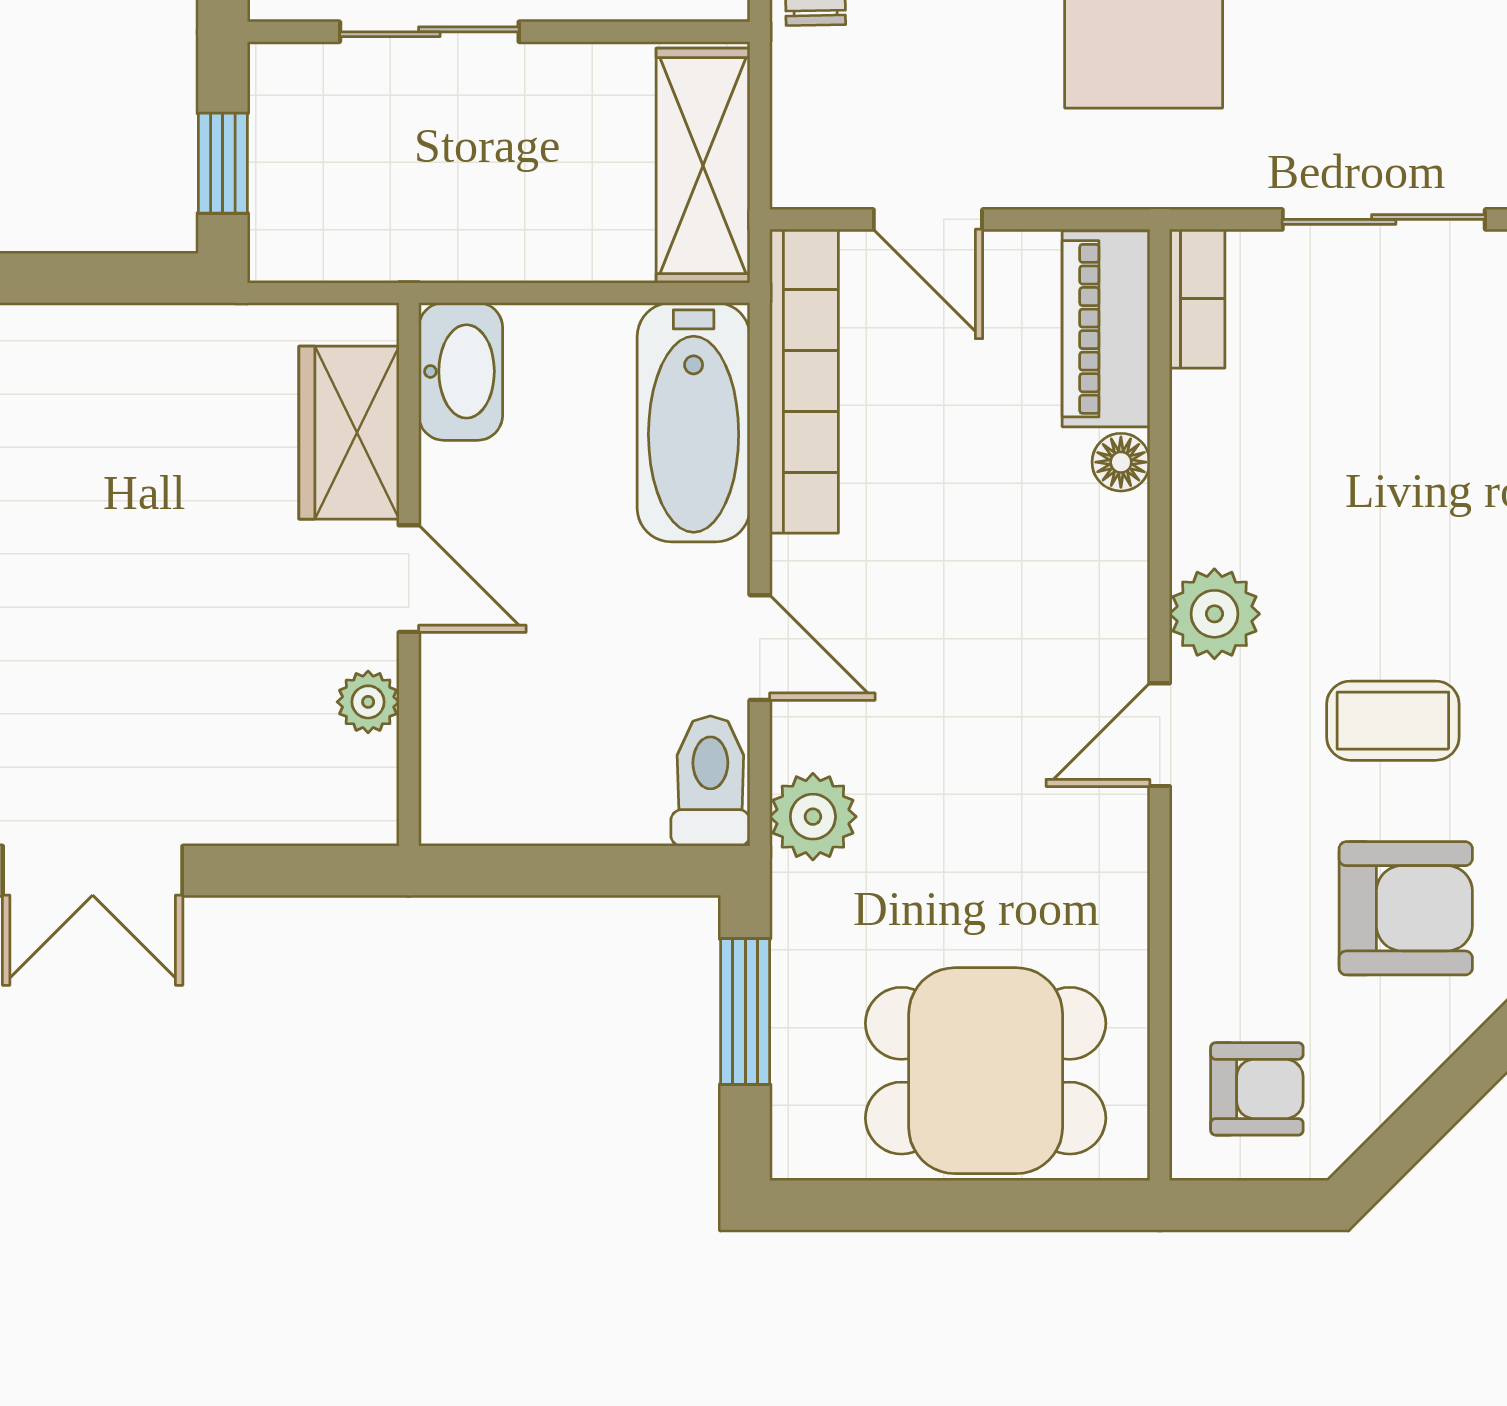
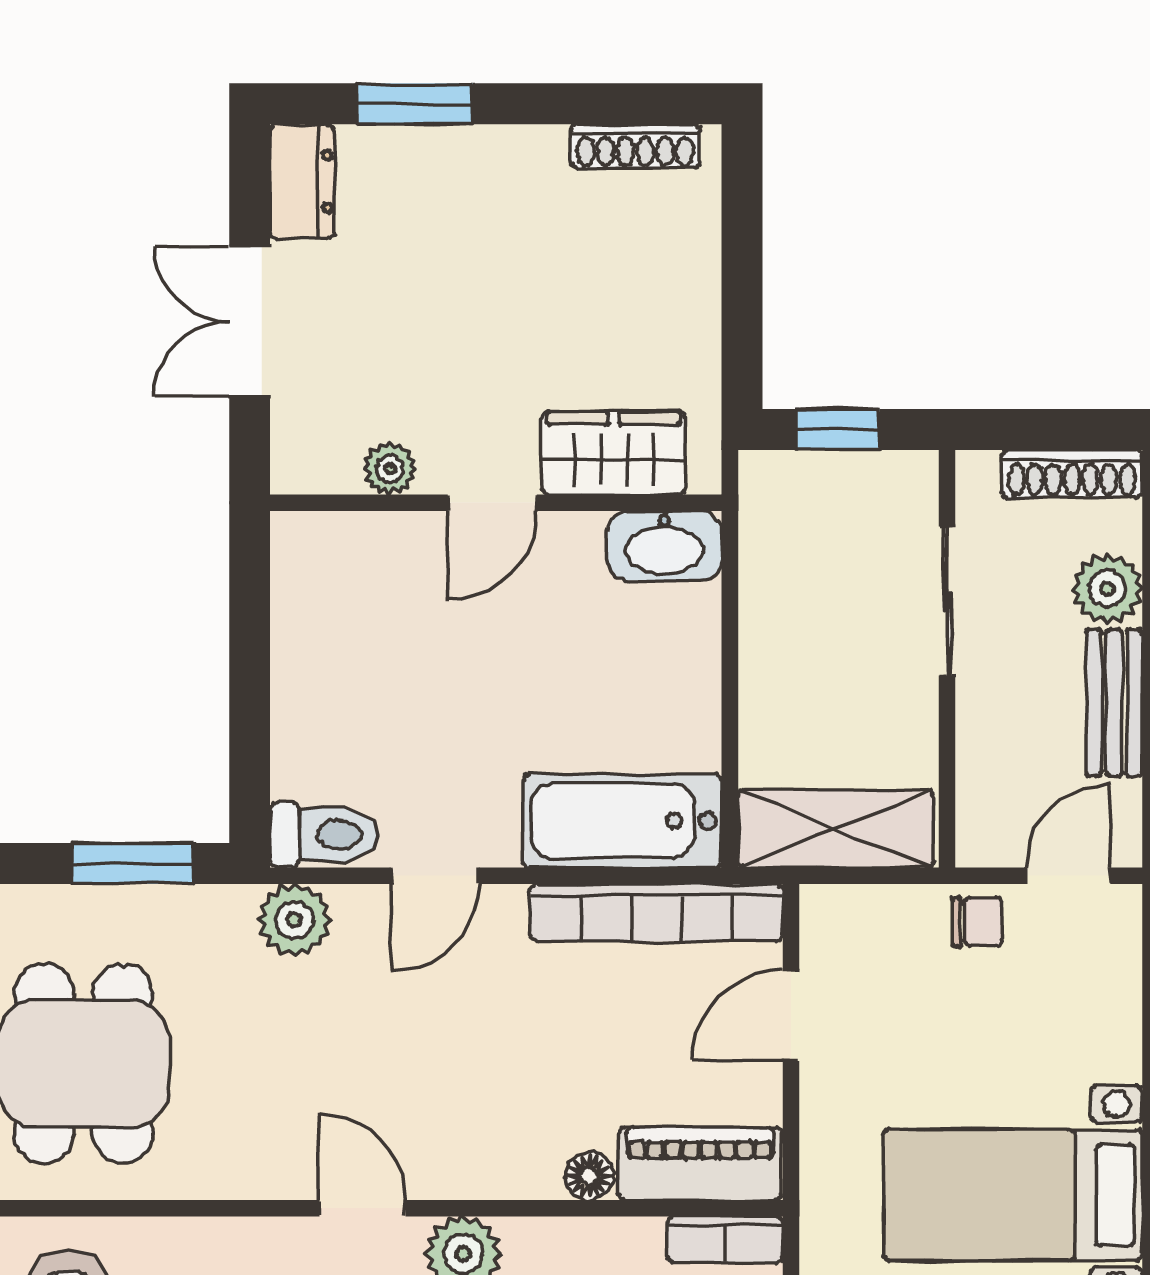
washbasin: (461, 371) -> (665, 546), moved
wardrobe: (349, 433) -> (614, 453), moved
wall: (409, 574) -> (496, 503), moved
door: (409, 579) -> (492, 503), moved
plant: (368, 702) -> (390, 469), moved

